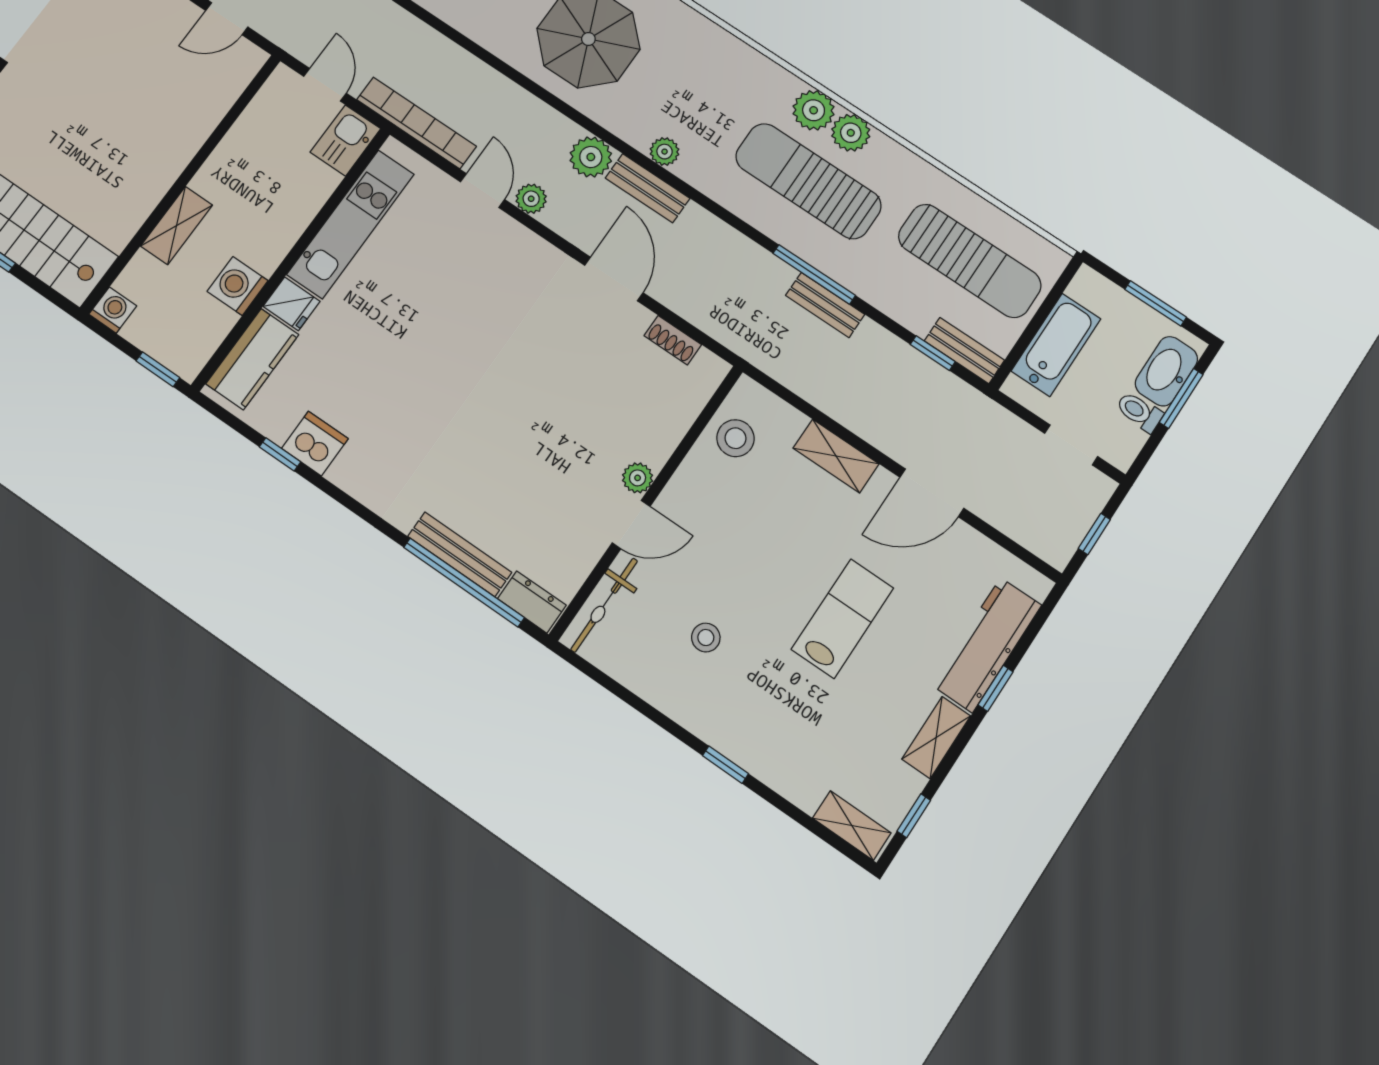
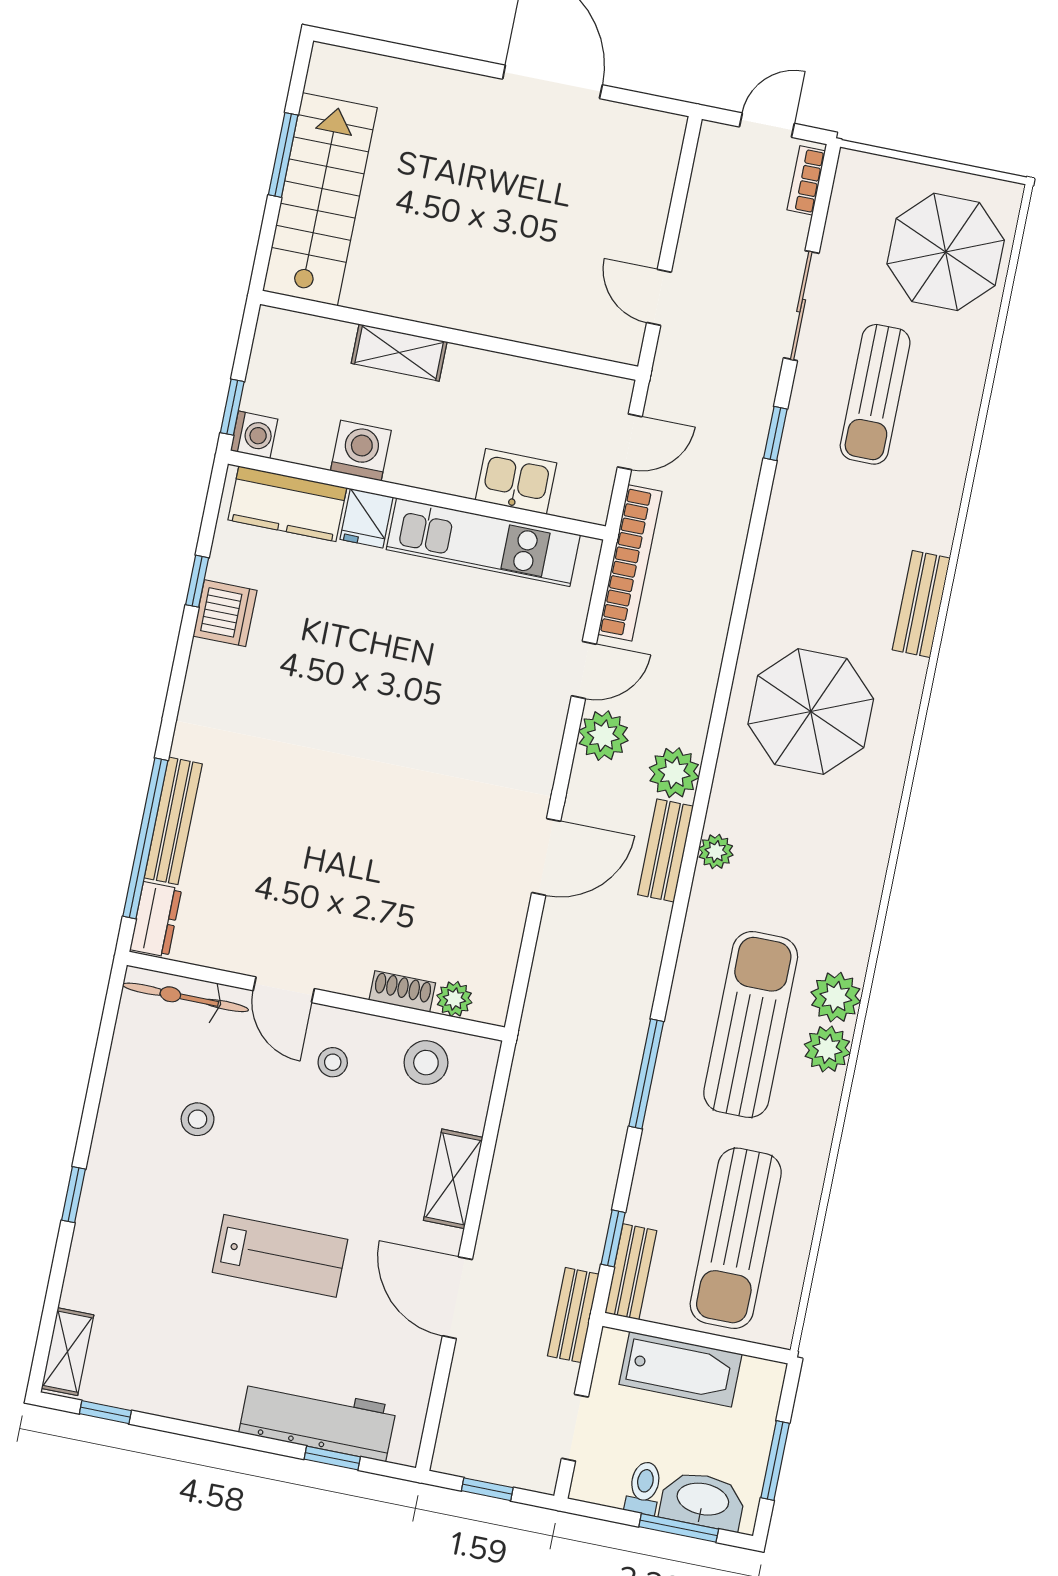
kitchen sink: (345, 140) -> (516, 481), moved
plant: (531, 199) -> (603, 736), width x1.38, depth x1.38
bench: (825, 305) -> (573, 1315), moved
washing machine: (113, 310) -> (254, 435), moved
shoe rack: (673, 340) -> (402, 991), moved, turned 90
plant: (638, 478) -> (454, 999), moved
stool: (705, 511) -> (333, 1062), added
window: (995, 688) -> (332, 1458), moved
shelving: (936, 738) -> (197, 1404), removed

